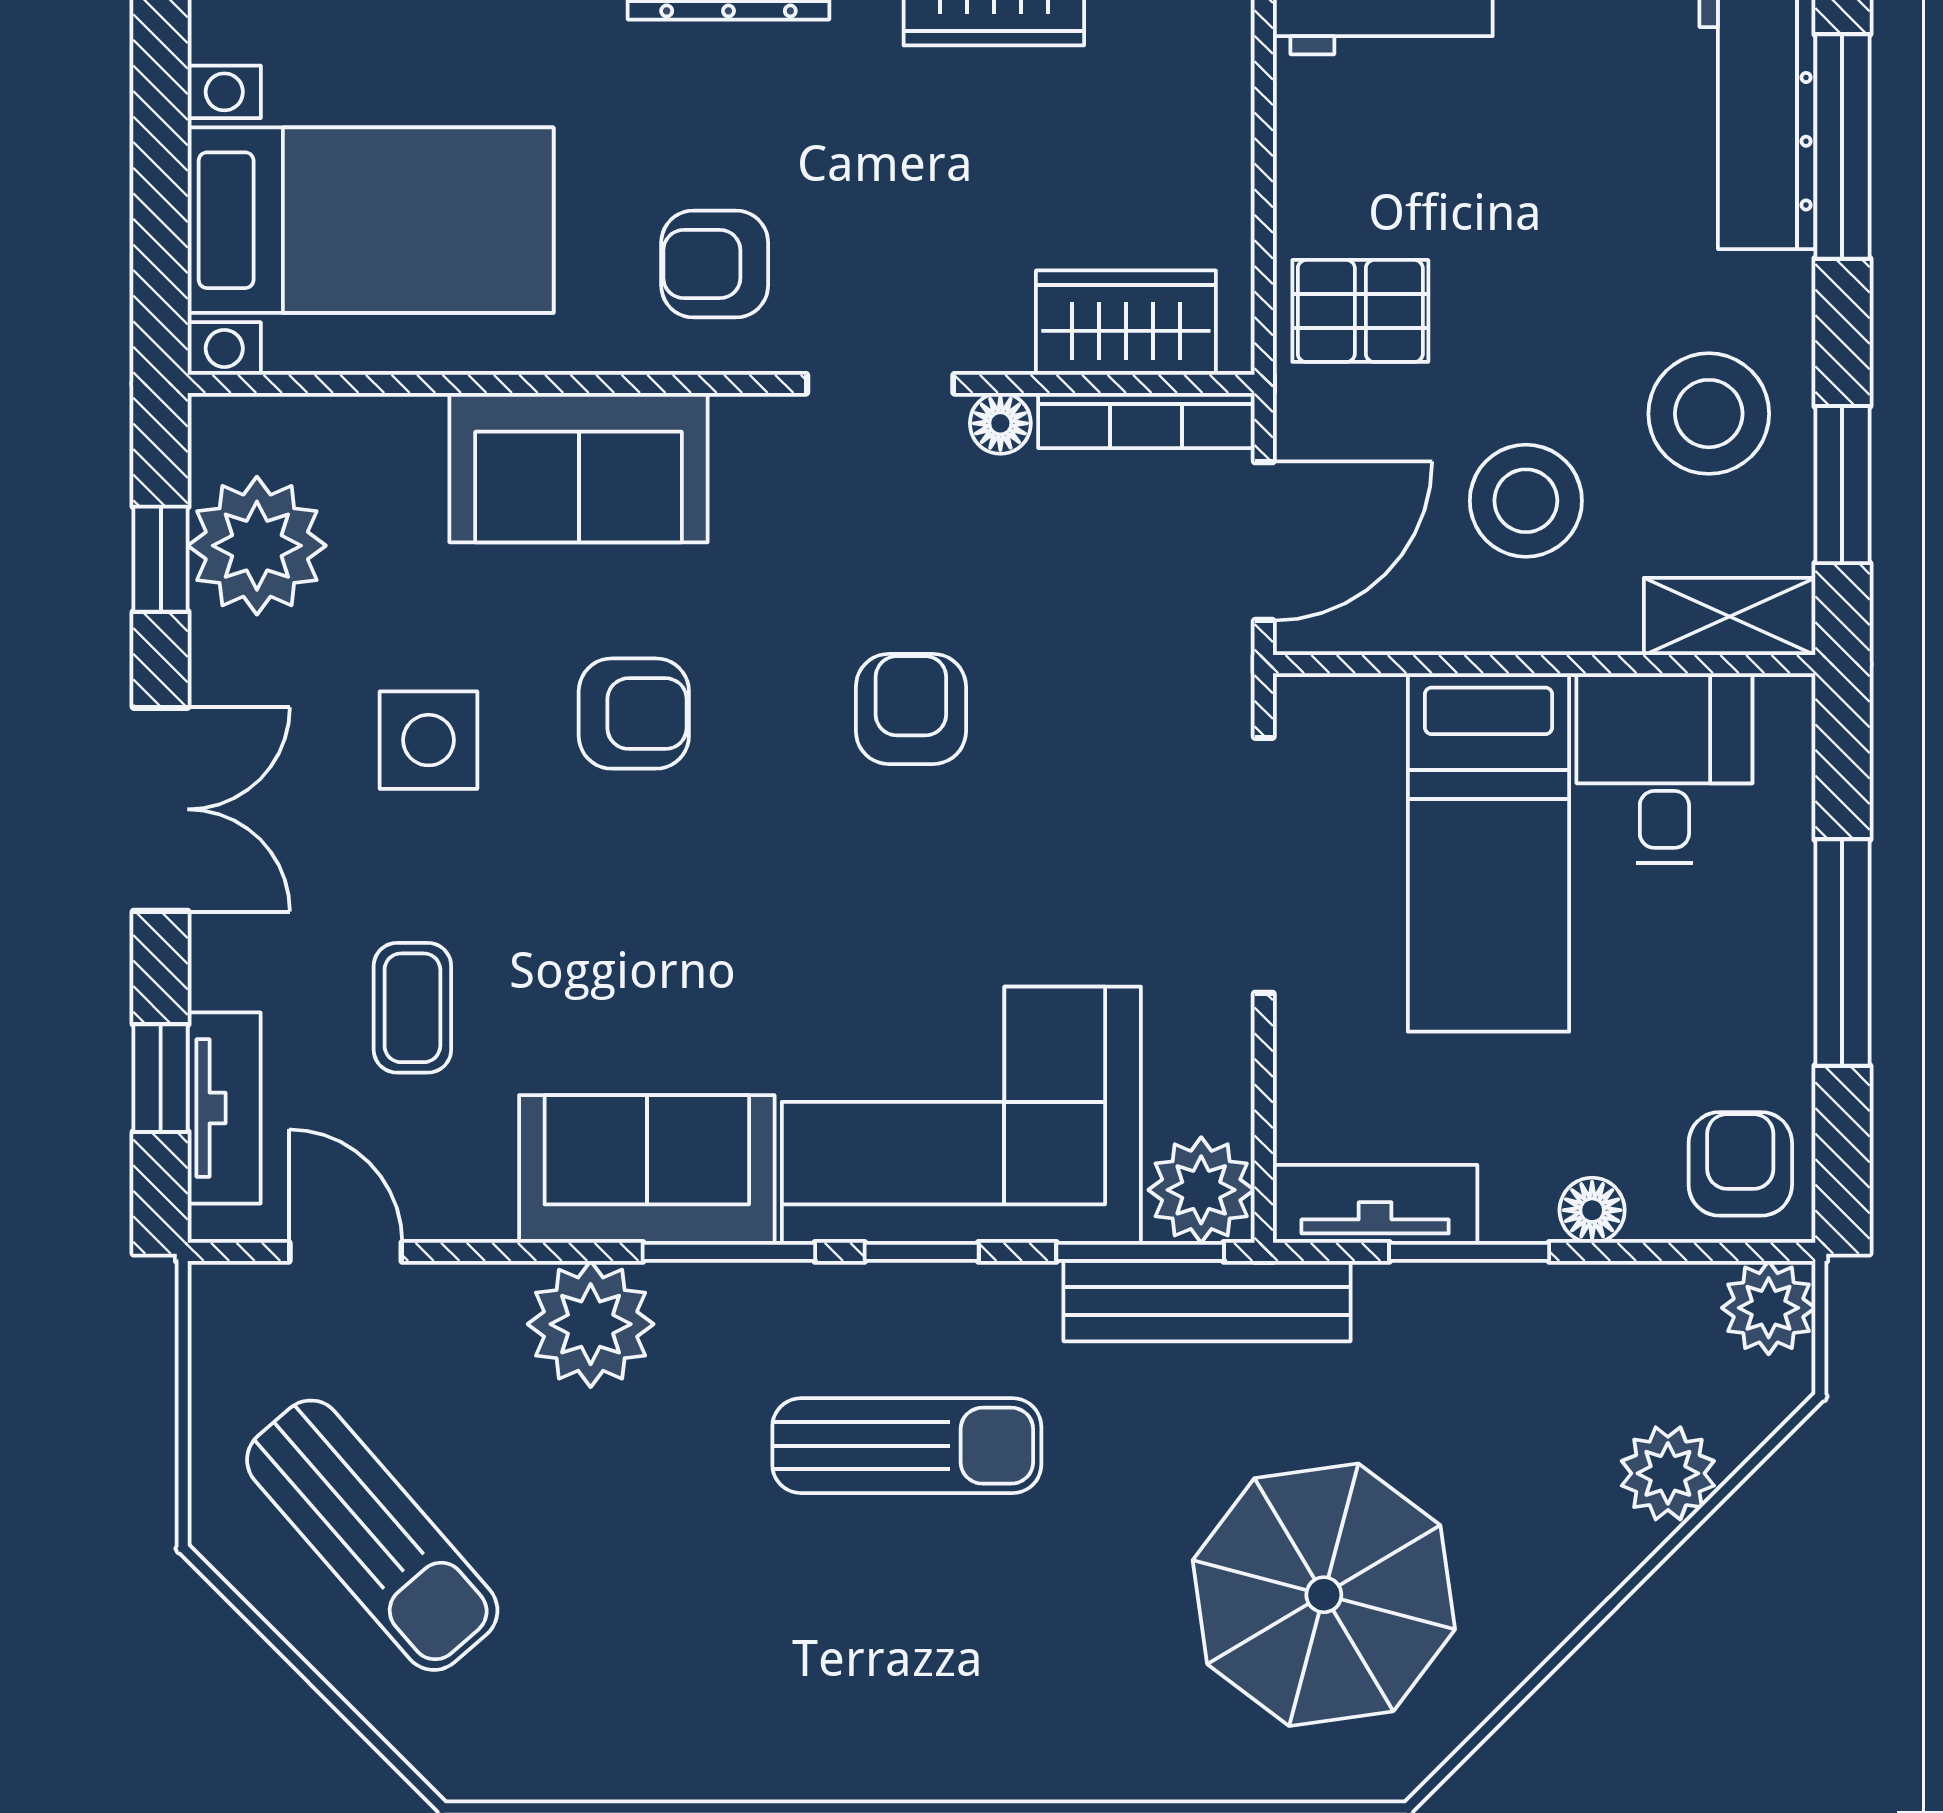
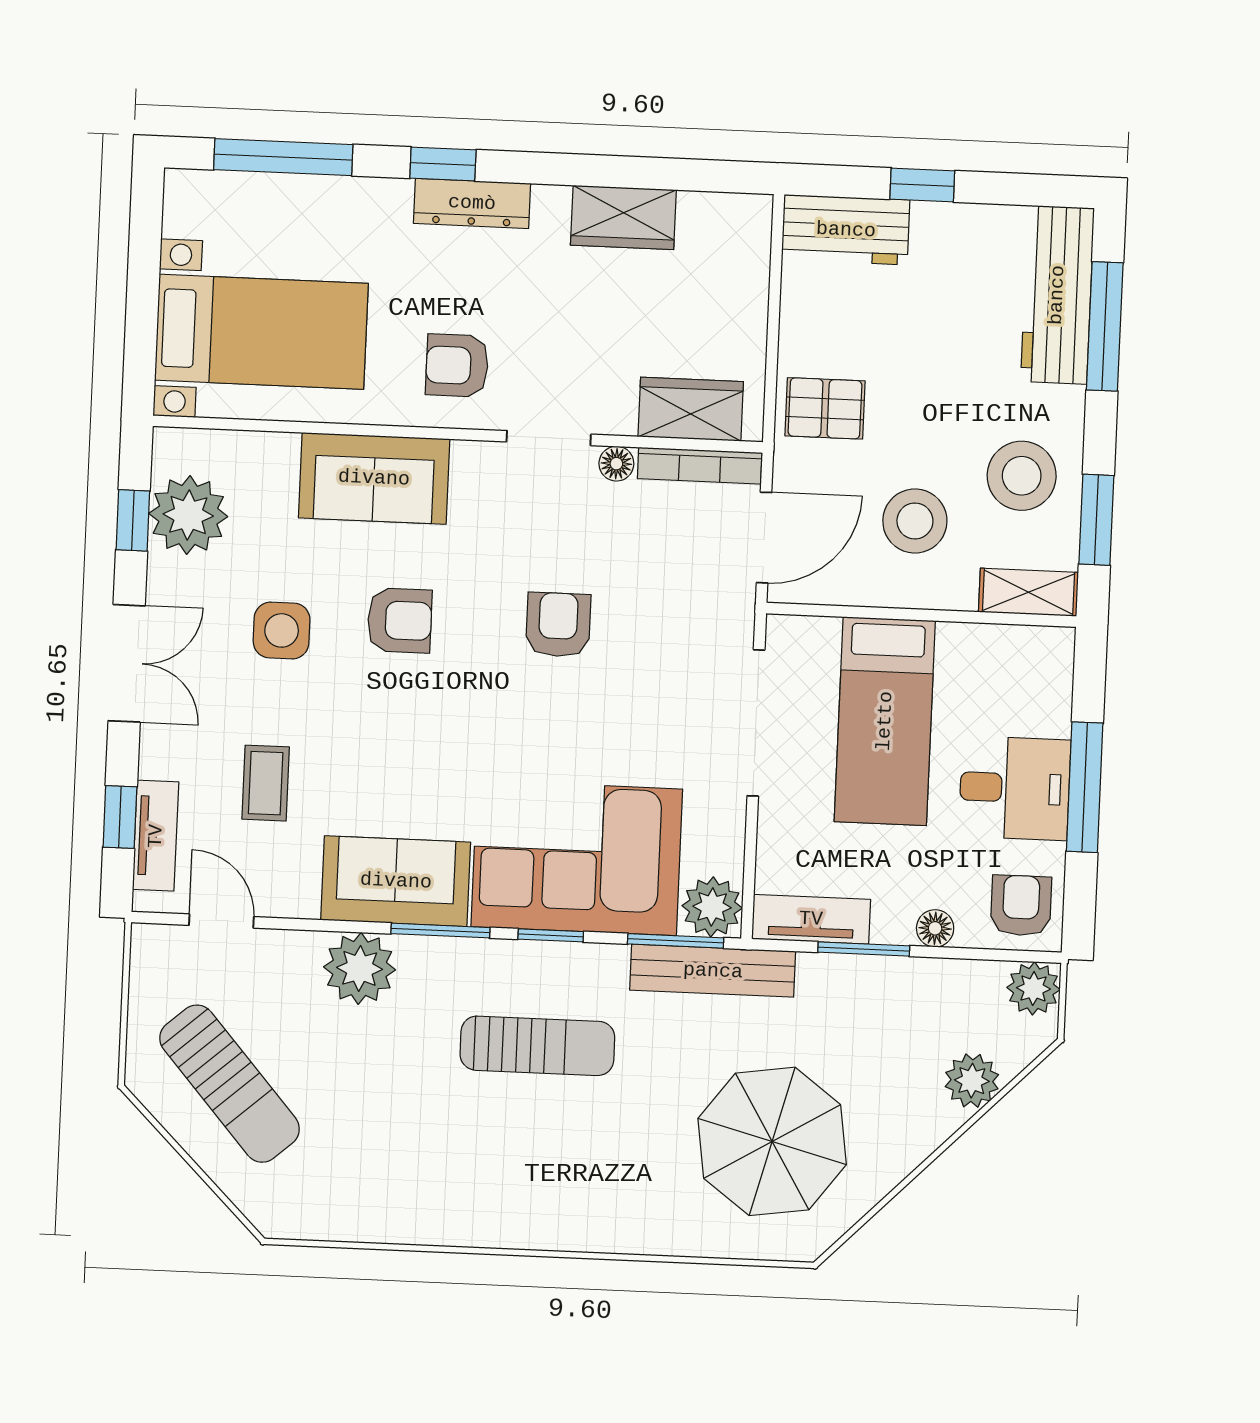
desk: (1664, 768) -> (1015, 788), moved, turned 90

